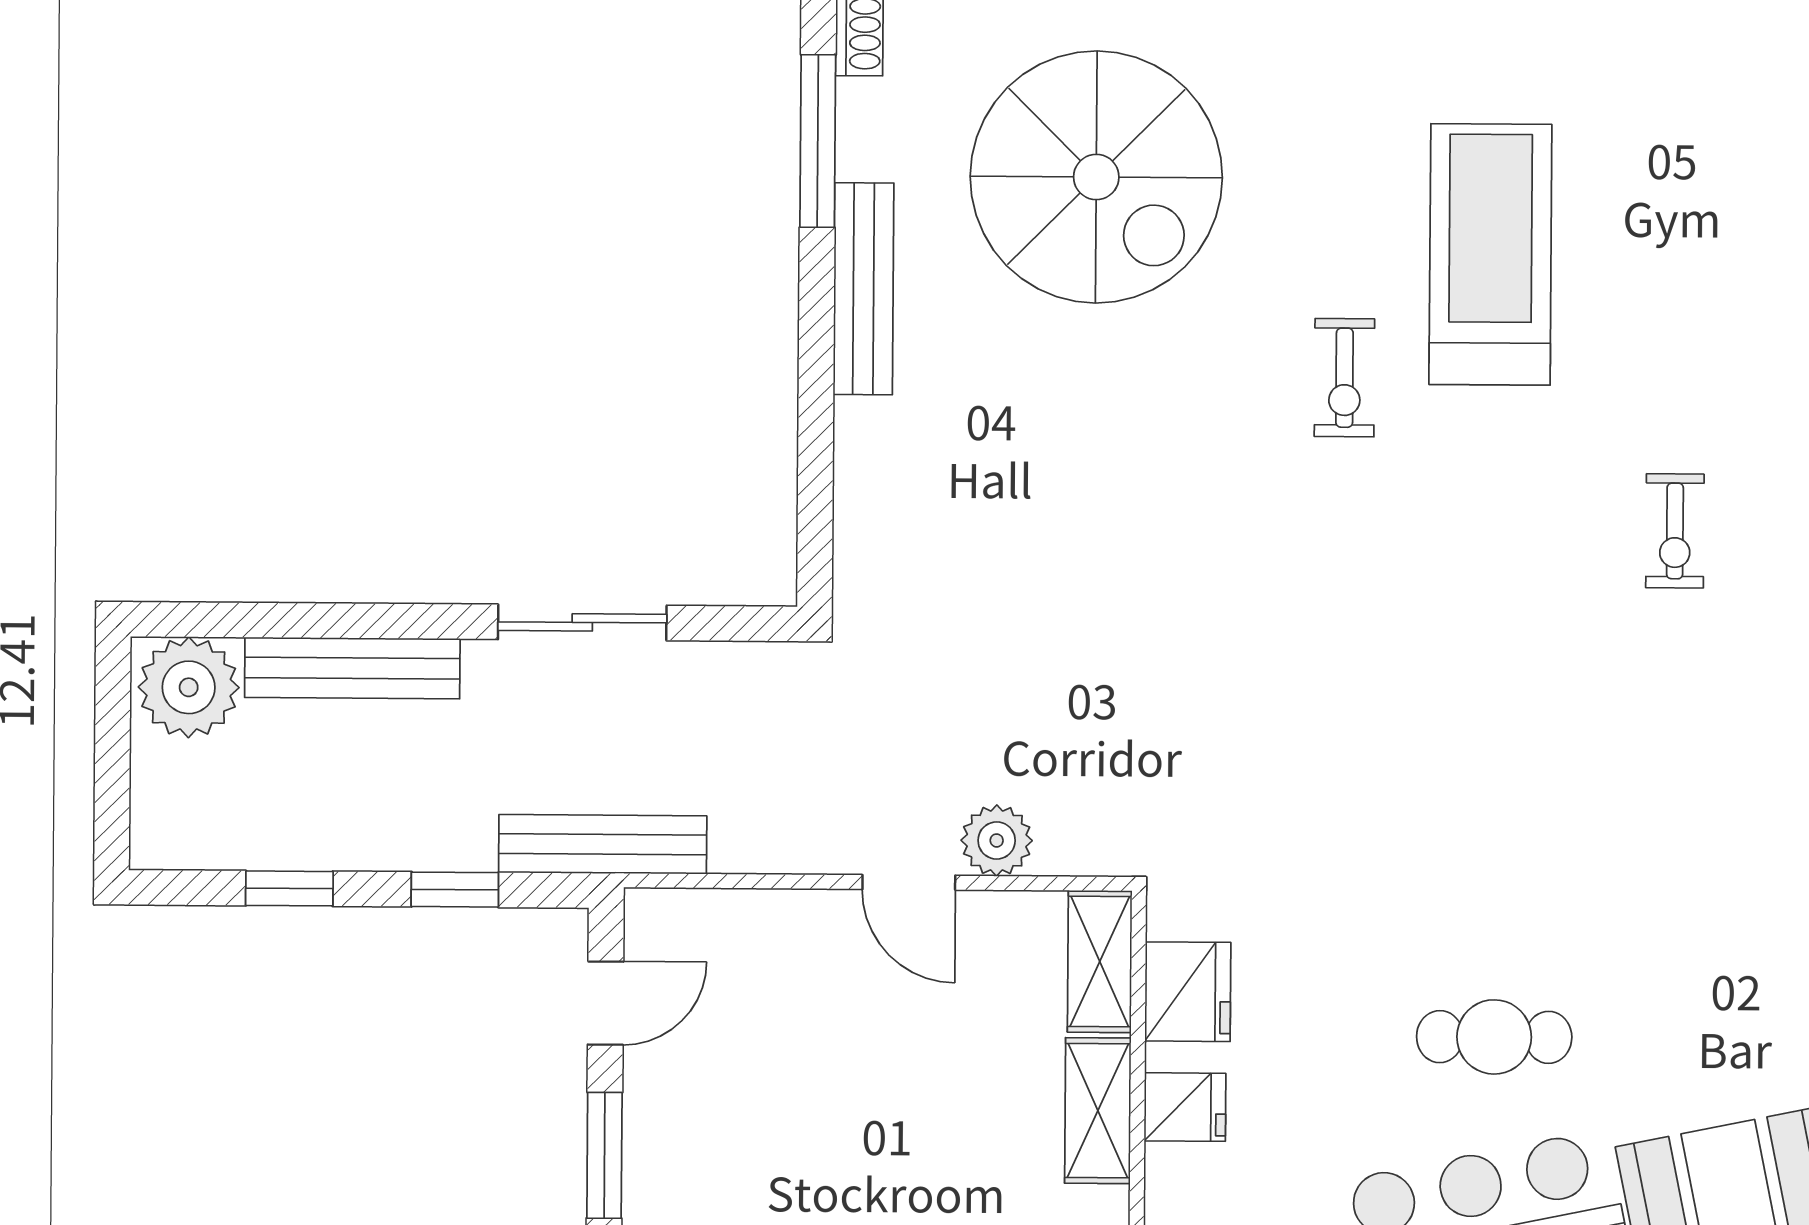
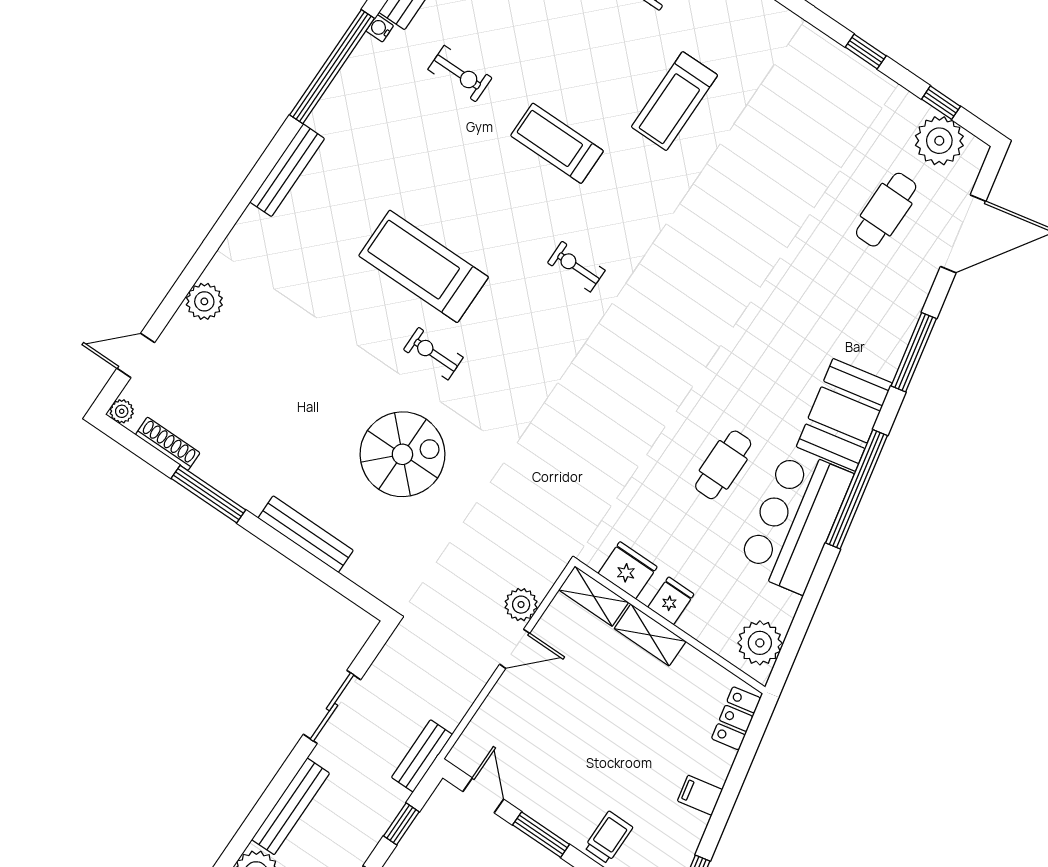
spiral stairs: (1096, 177) -> (402, 454), moved, width x0.73, depth x0.73
bench: (864, 289) -> (306, 534), moved
exercise bike: (1344, 378) -> (433, 354), turned 180
exercise bike: (1675, 531) -> (576, 267), turned 180
bench: (603, 844) -> (422, 756), width x0.73

